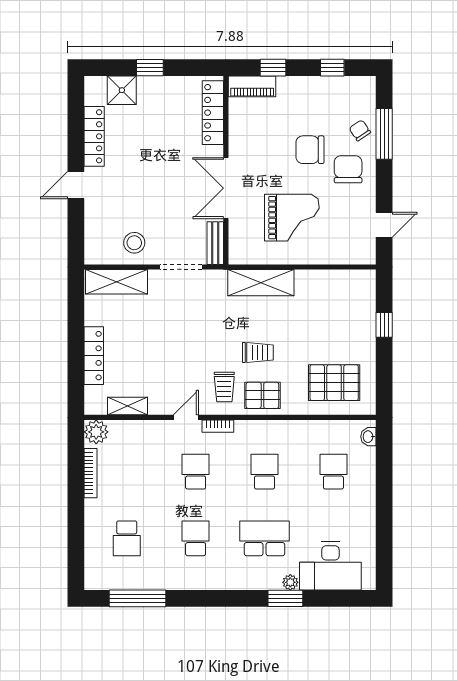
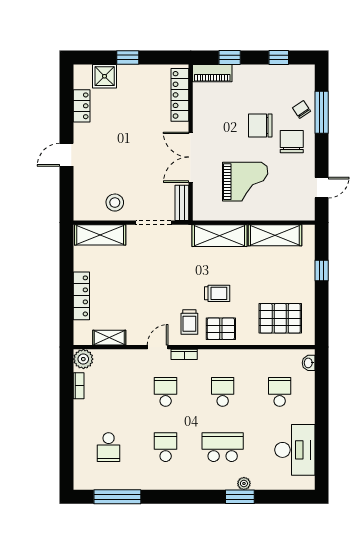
locker: (94, 136) -> (82, 106), width x0.66
shelving: (328, 282) -> (275, 235), added
bookcase: (91, 473) -> (79, 386), width x0.64
desk: (330, 566) -> (295, 450), moved, turned -90

